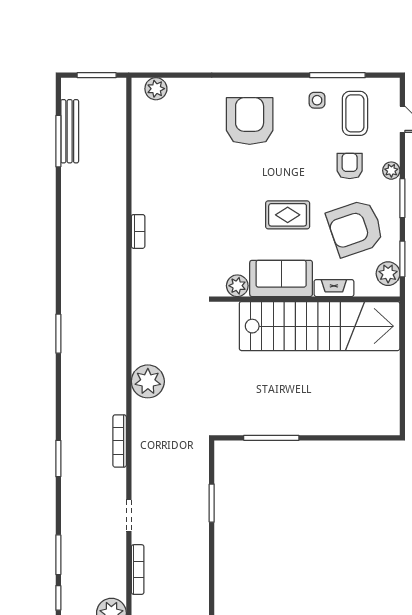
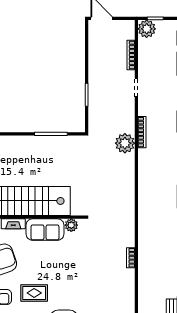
rug: (288, 215) -> (34, 293), moved
plant: (148, 381) -> (125, 143), moved

